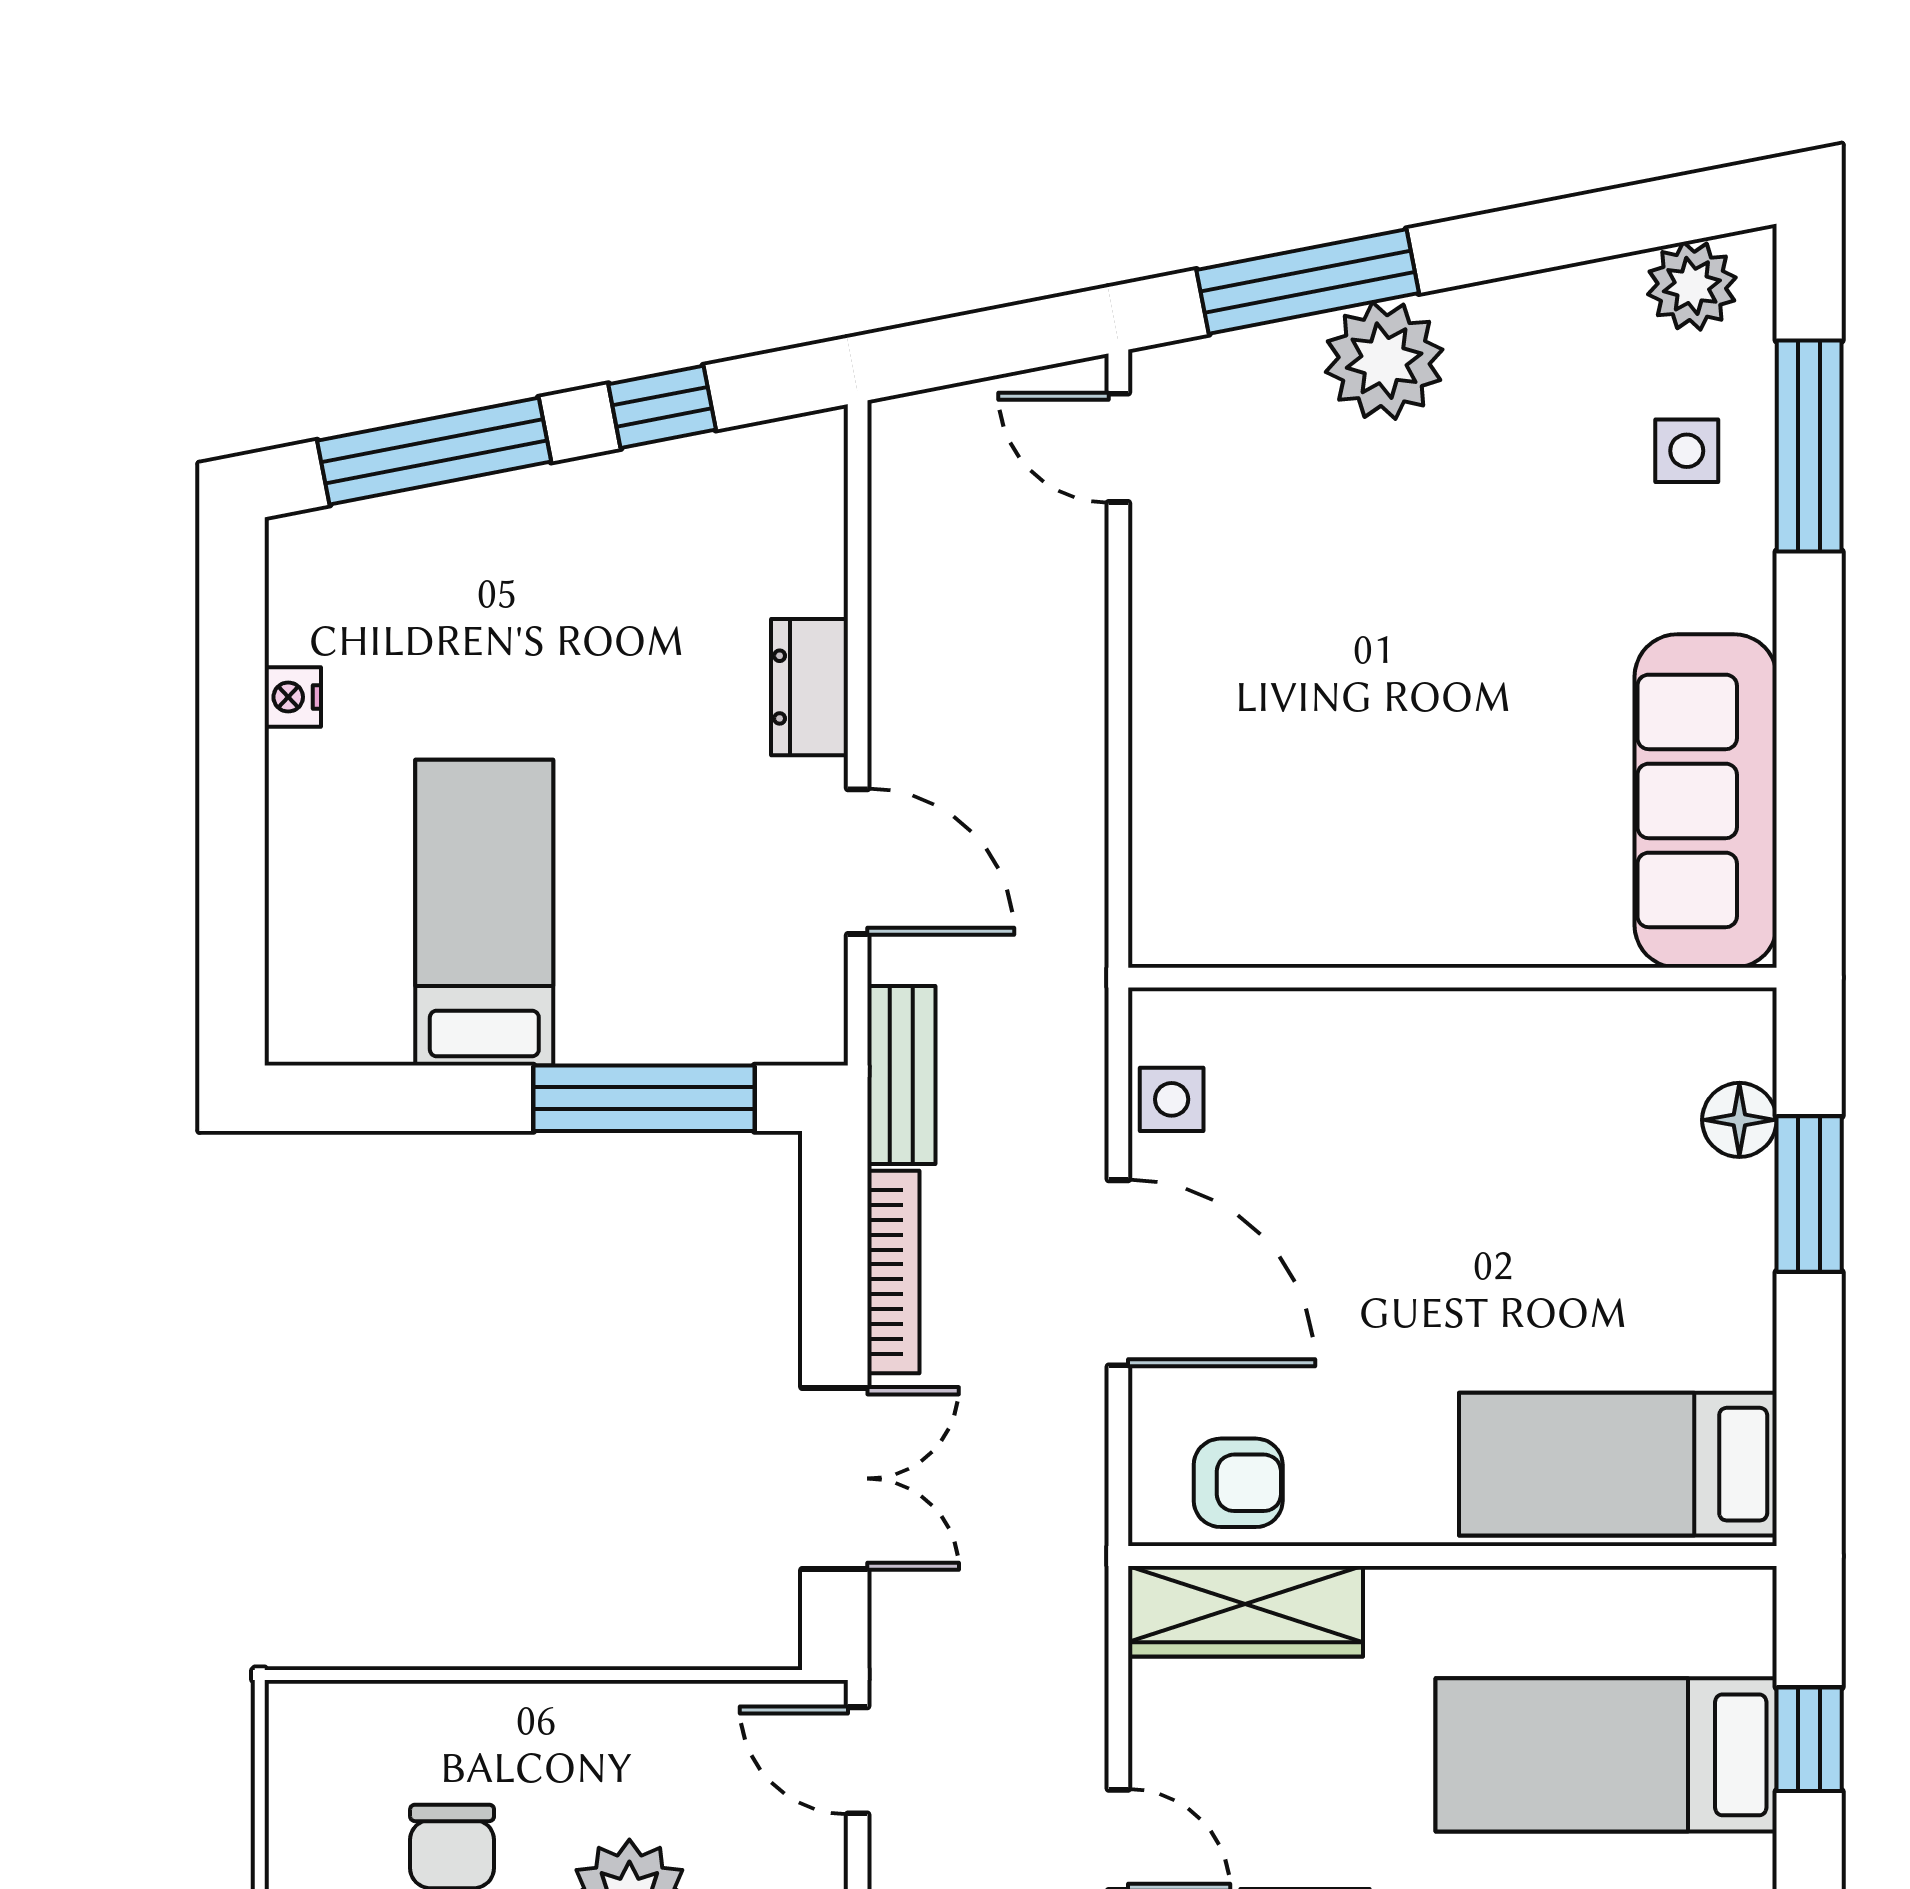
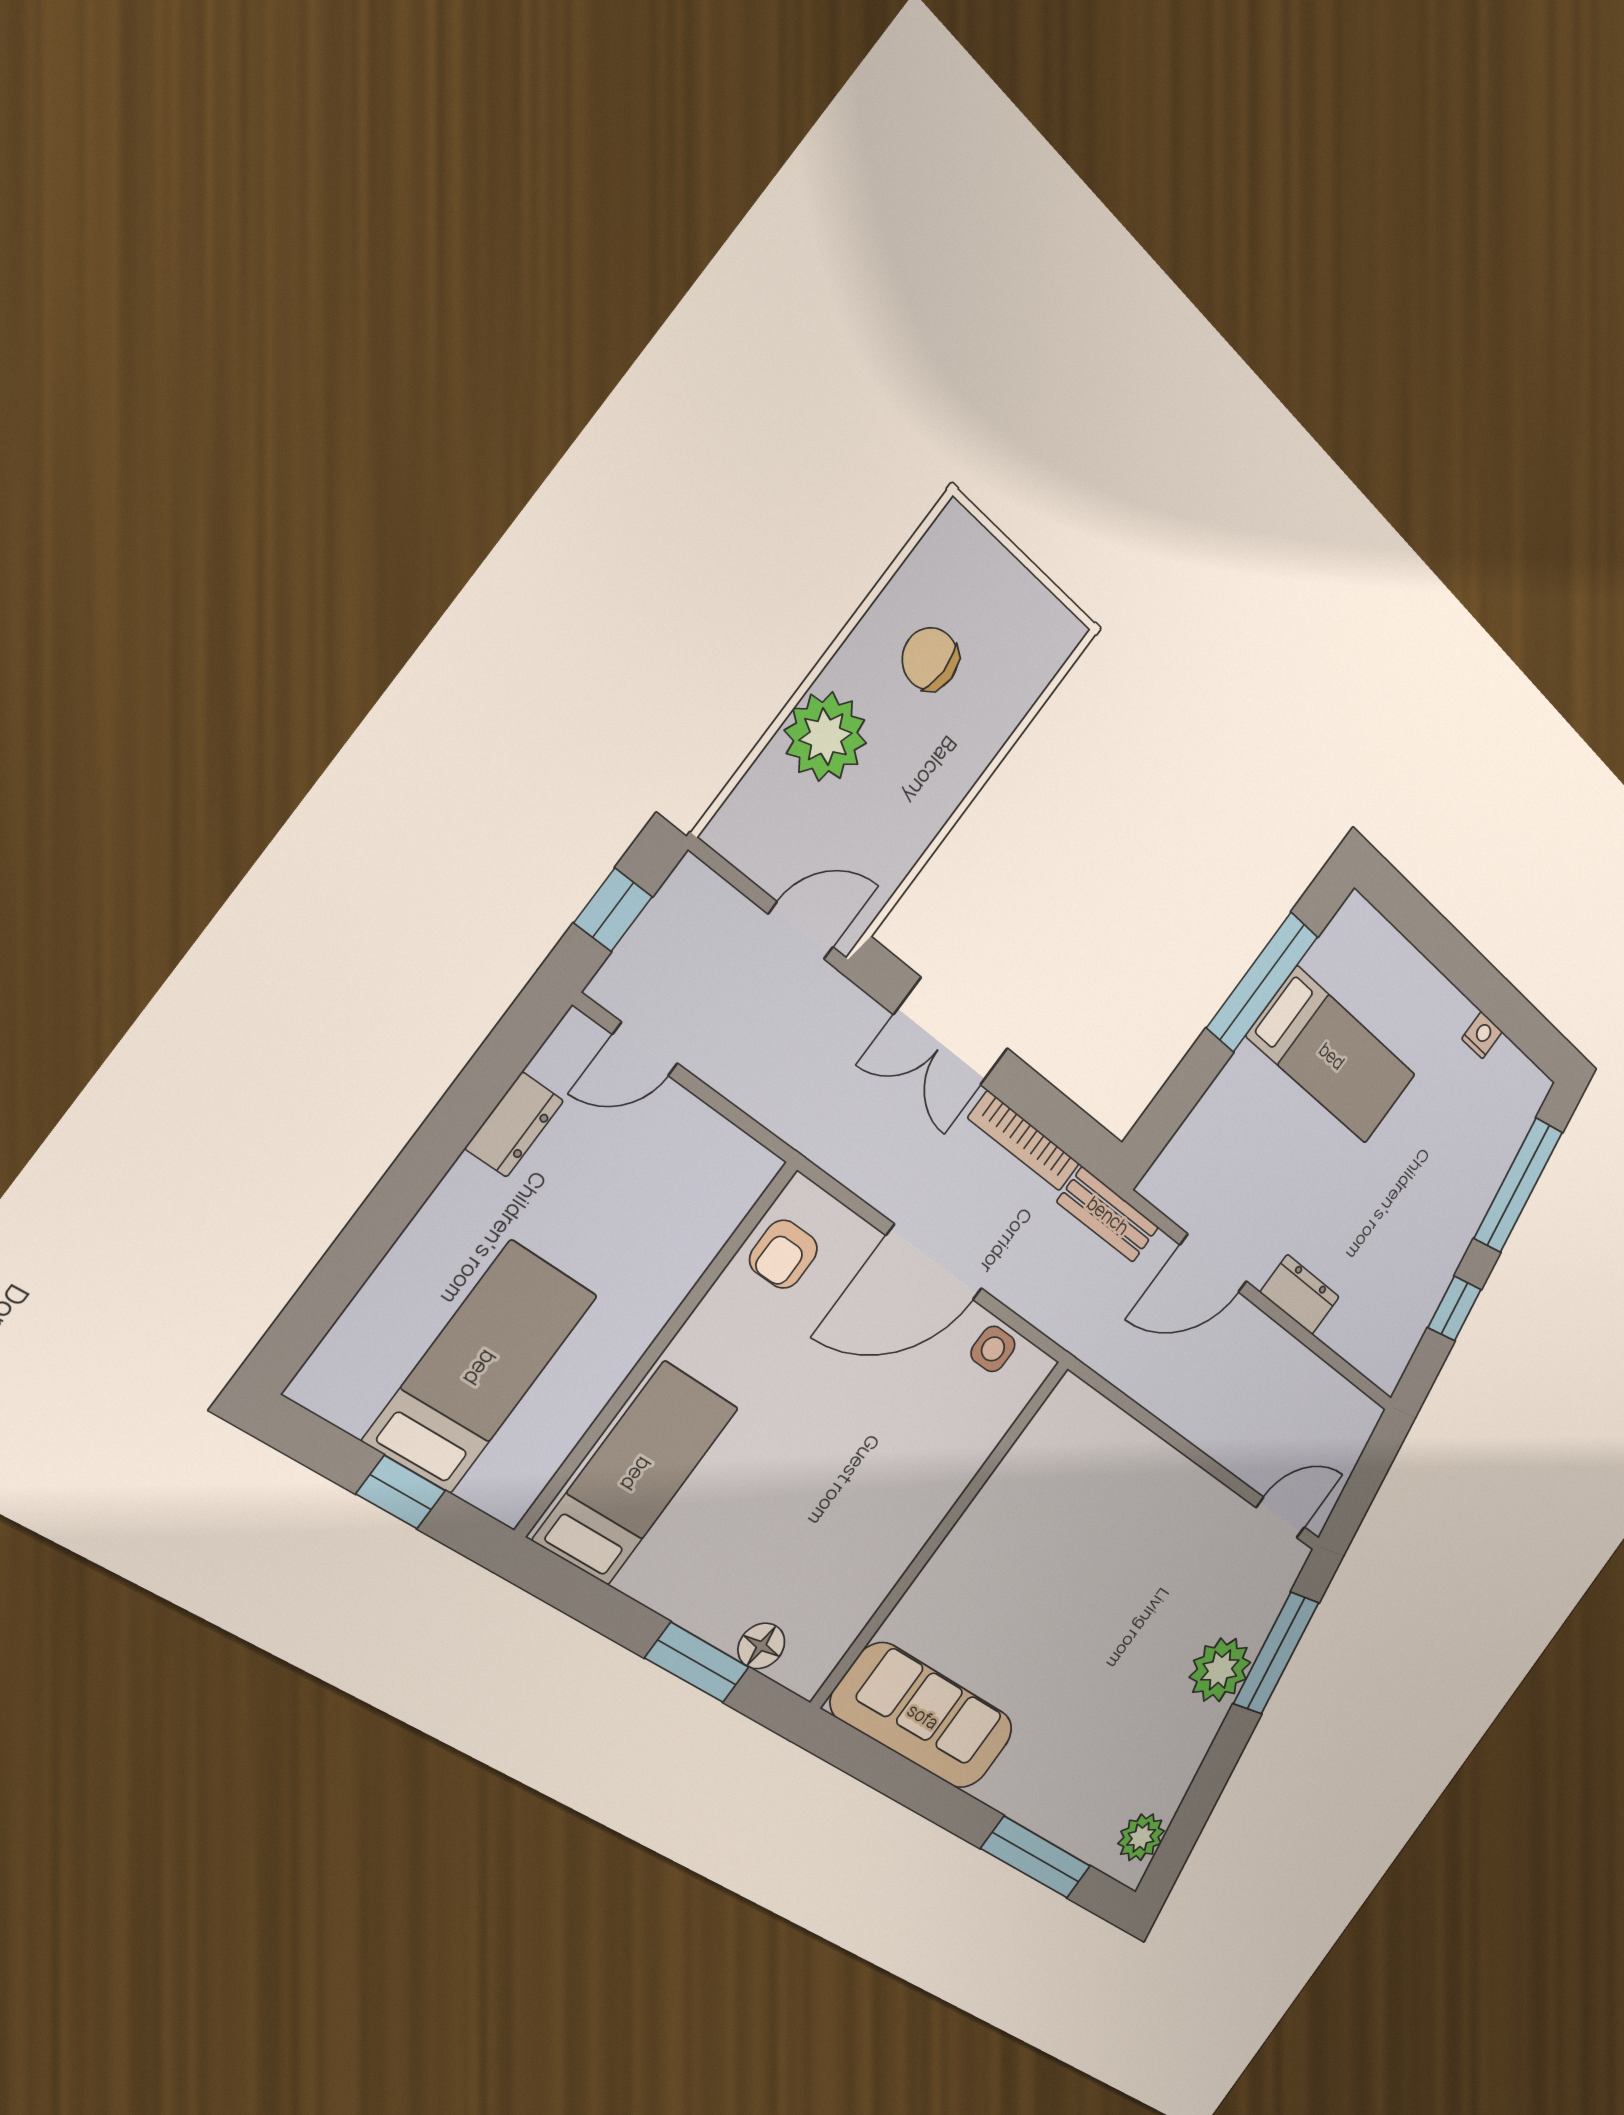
side table: (1687, 451) -> (1078, 1796), removed
window: (644, 1098) -> (1262, 982), moved
wardrobe: (1246, 1611) -> (714, 1212), removed

